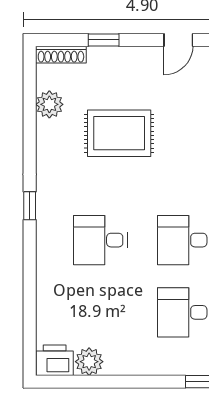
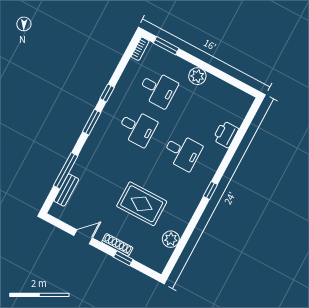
shoe rack: (61, 55) -> (117, 245), moved
printer: (55, 360) -> (226, 134), moved, turned 90
plant: (89, 362) -> (197, 76), moved

